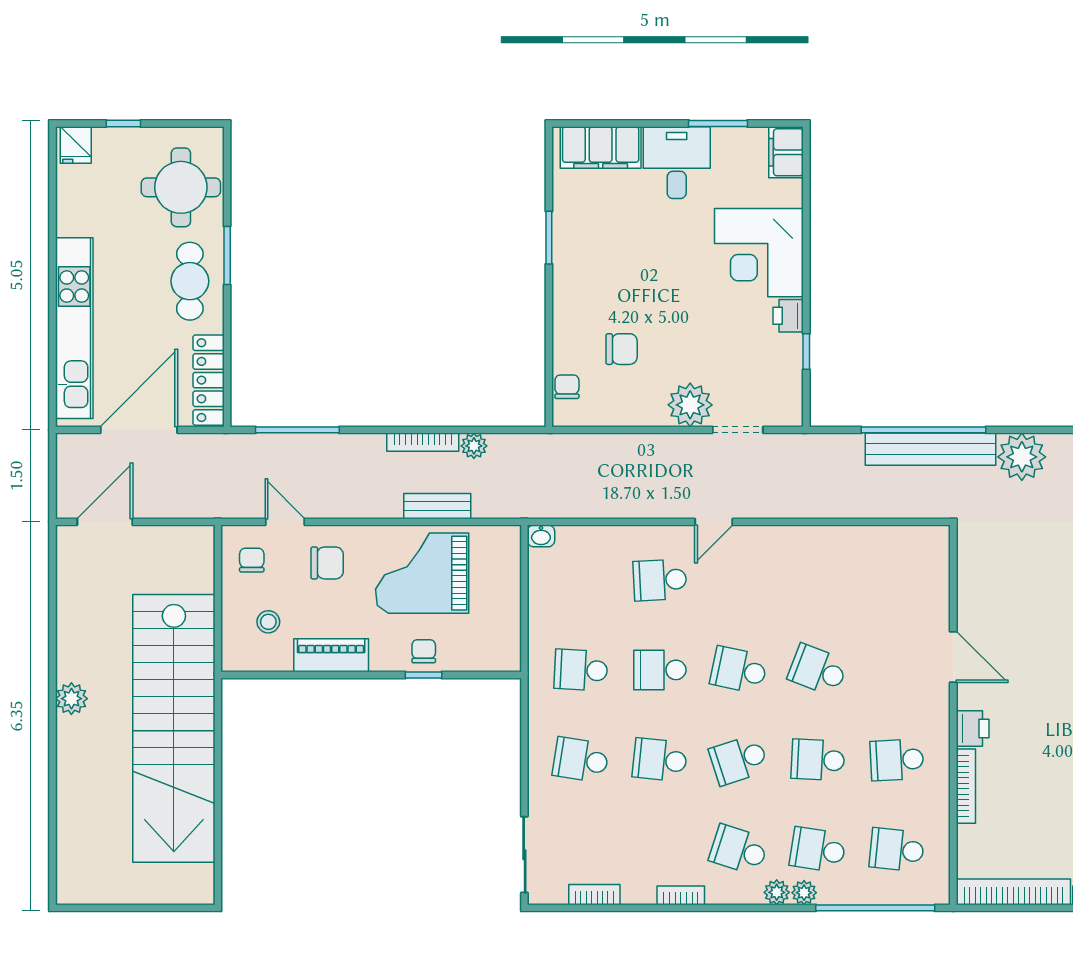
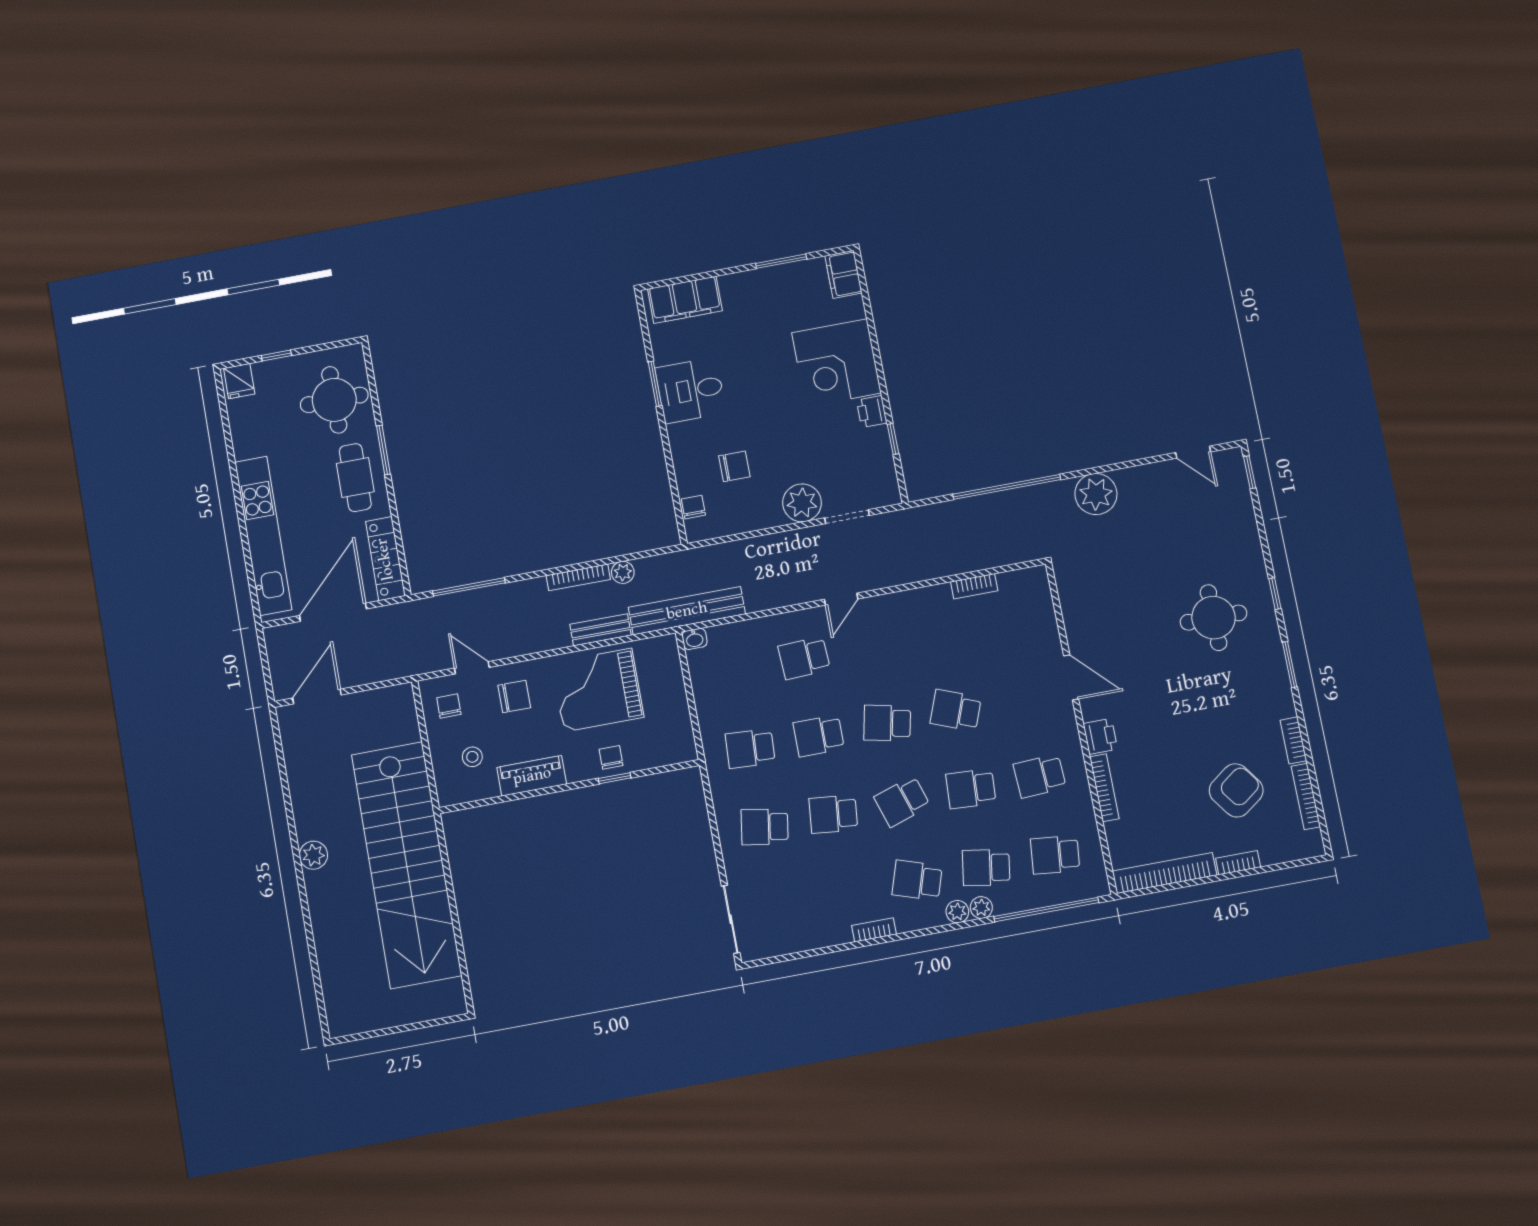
desk: (677, 163) -> (691, 390), moved, turned -90
bench: (930, 449) -> (687, 611), moved
bookcase: (594, 895) -> (974, 586), moved, turned 180

